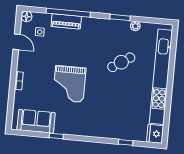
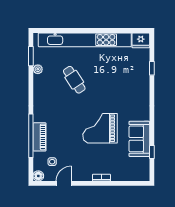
window: (120, 17) -> (31, 56), moved
grand piano: (69, 84) -> (100, 128), turned 180
sofa: (36, 121) -> (139, 139), moved
window: (56, 136) -> (152, 152), moved

